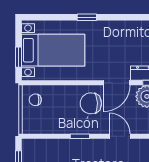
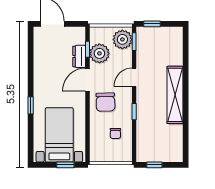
door: (117, 83) -> (88, 80), swing flipped
chair: (35, 100) -> (115, 133), moved

